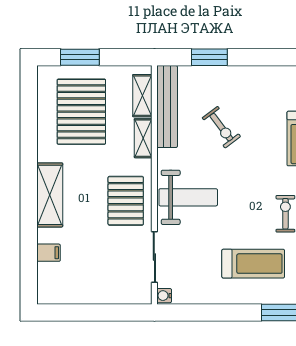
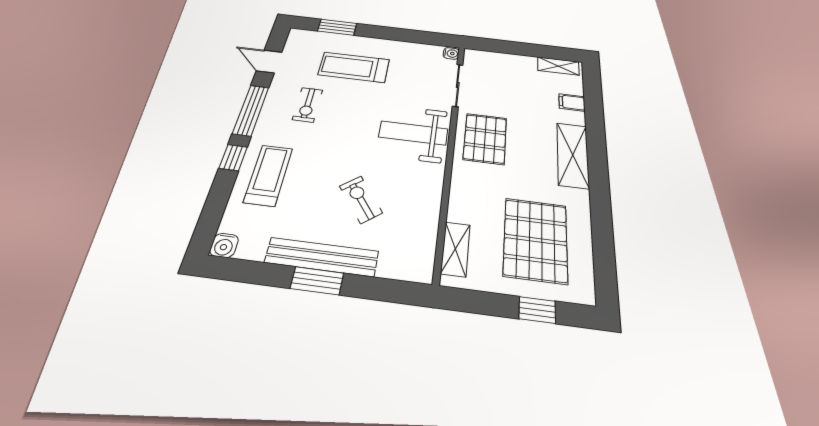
window: (80, 57) -> (537, 310), width x0.67
window: (209, 57) -> (317, 281), moved
bench: (167, 107) -> (322, 257), moved, turned 90
shelving: (143, 138) -> (558, 66), moved, turned 90

